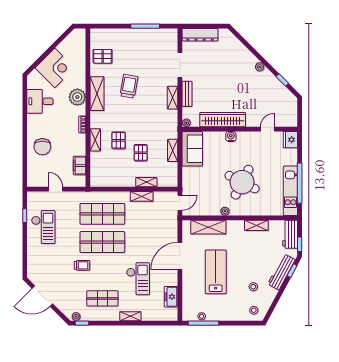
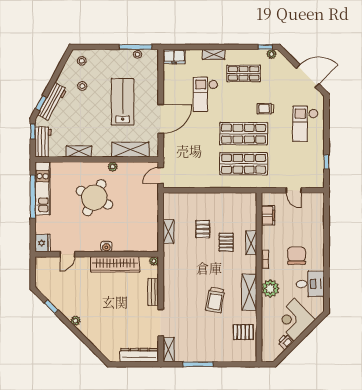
printer: (63, 47) -> (285, 342), added
shelving: (173, 98) -> (169, 350), moved
chair: (42, 147) -> (297, 256), moved
sofa: (192, 149) -> (148, 233), removed
shelving: (146, 182) -> (197, 198), removed
shelving: (142, 196) -> (202, 182), removed
checkout: (43, 227) -> (305, 124), moved
lab bench: (216, 272) -> (122, 102), turned 180
freezer: (171, 297) -> (174, 57), moved, turned 90

